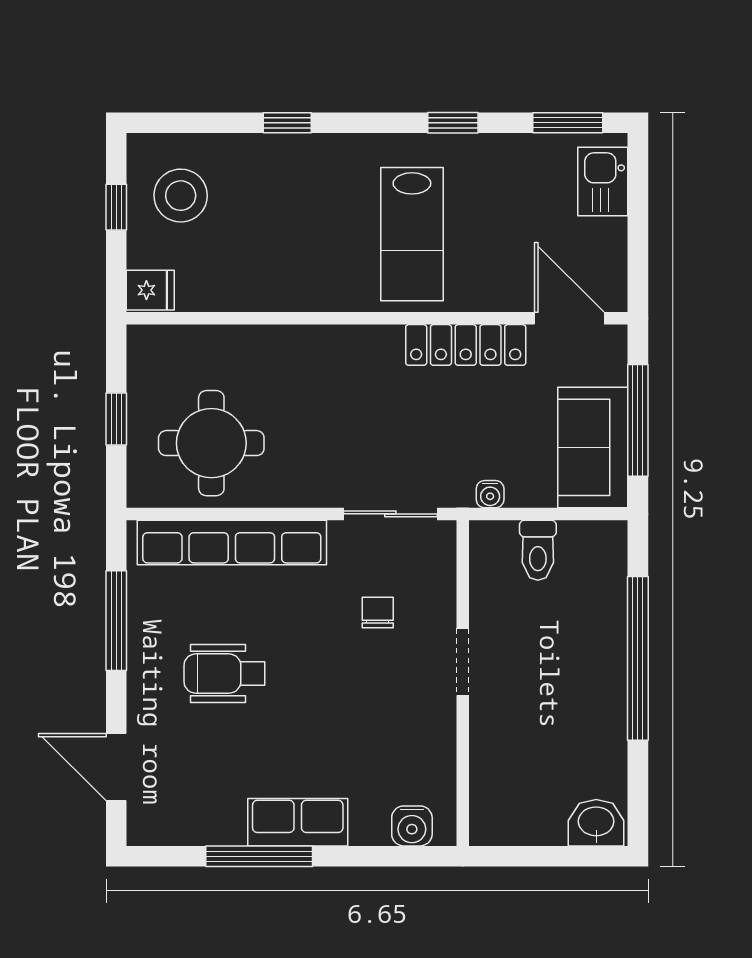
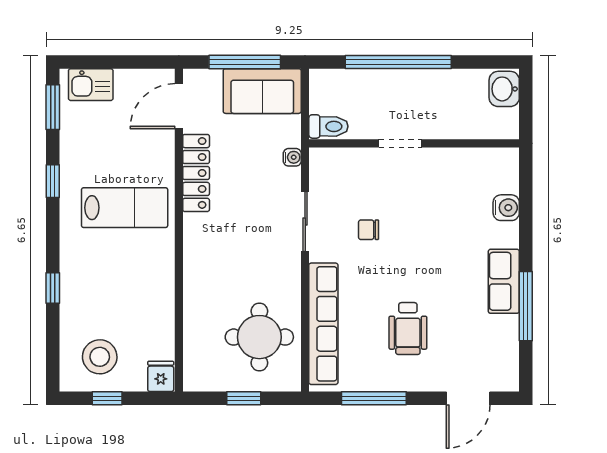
doorway: (463, 662) -> (400, 143), moved
wall: (463, 683) -> (414, 143), moved

